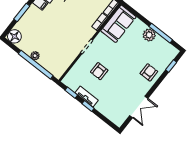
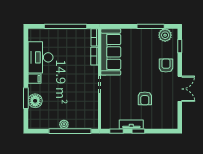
sofa: (118, 24) -> (111, 52), width x1.36
plant: (149, 35) -> (165, 35), moved
floor lamp: (14, 36) -> (35, 101), moved
armchair: (99, 71) -> (145, 98), moved
double door: (139, 107) -> (180, 89), moved

